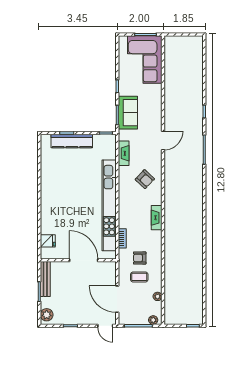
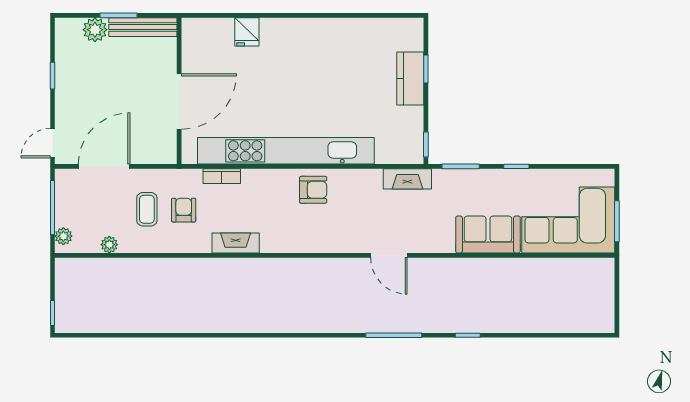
sofa: (128, 113) -> (488, 234), moved, turned 180
kitchen counter: (72, 141) -> (410, 79), width x0.67
door: (163, 141) -> (389, 255), moved
fireplace: (124, 153) -> (407, 179), moved
armchair: (145, 179) -> (313, 190), moved, turned -133
fireplace: (157, 218) -> (236, 243), moved
fridge: (48, 241) -> (247, 32), moved
plant: (47, 315) -> (95, 30), moved

